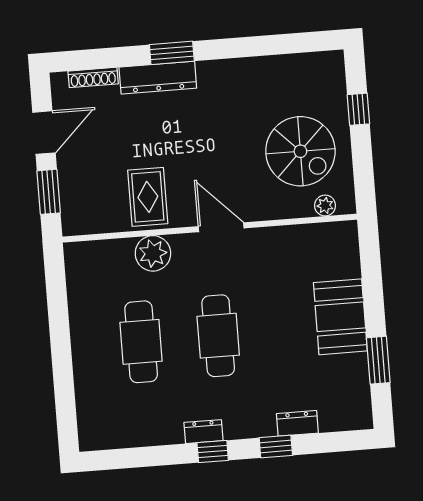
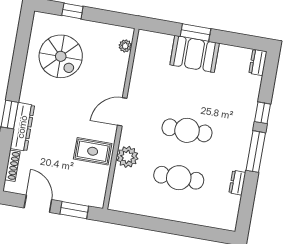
spiral stairs: (300, 151) -> (61, 56), moved, turned 90
window: (378, 360) -> (196, 32), moved
dresser: (297, 423) -> (258, 62), moved
dresser: (203, 432) -> (237, 183), moved
window: (213, 451) -> (256, 152), width x2.17

